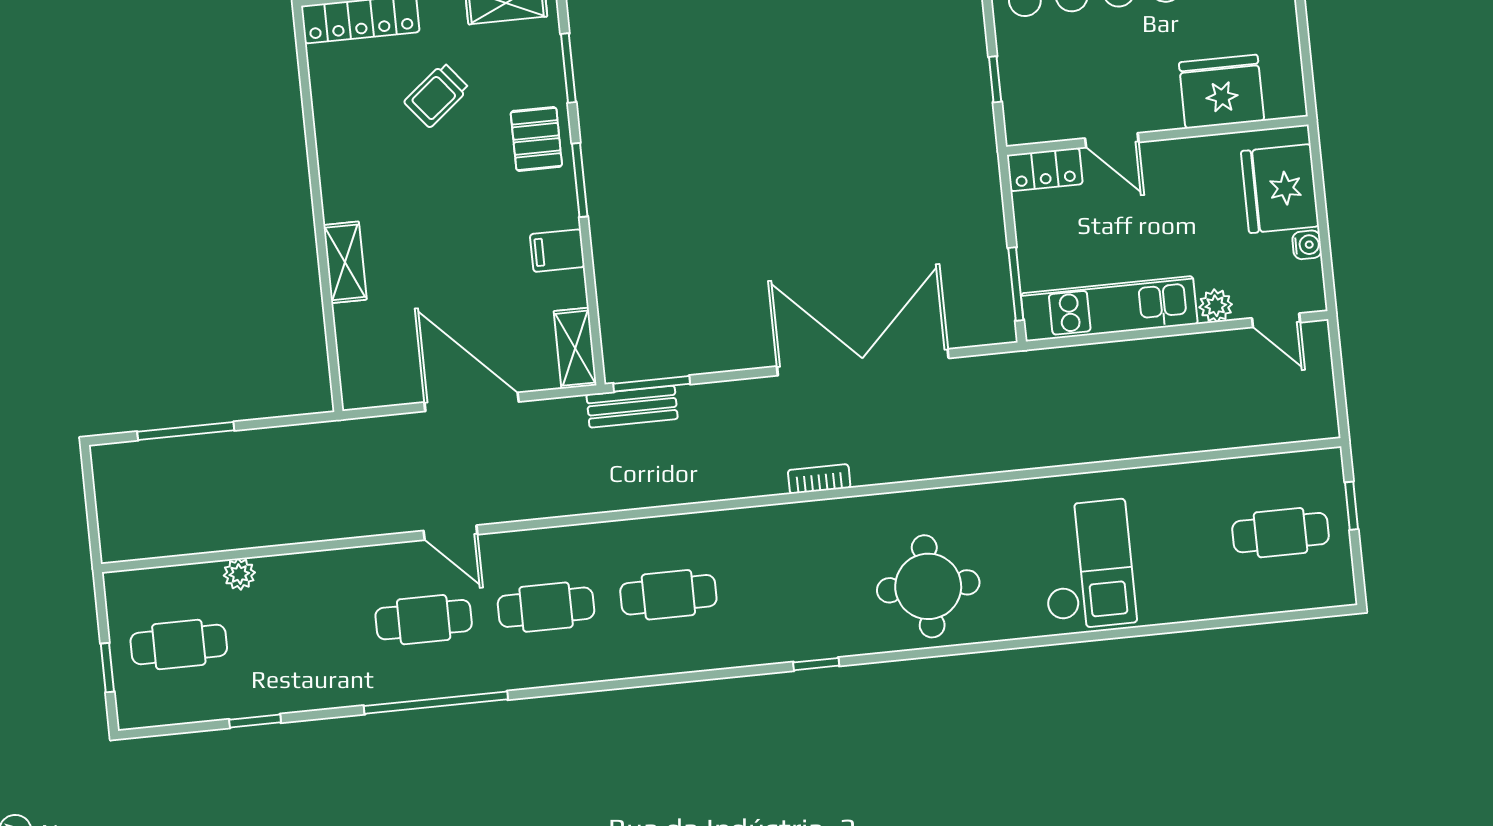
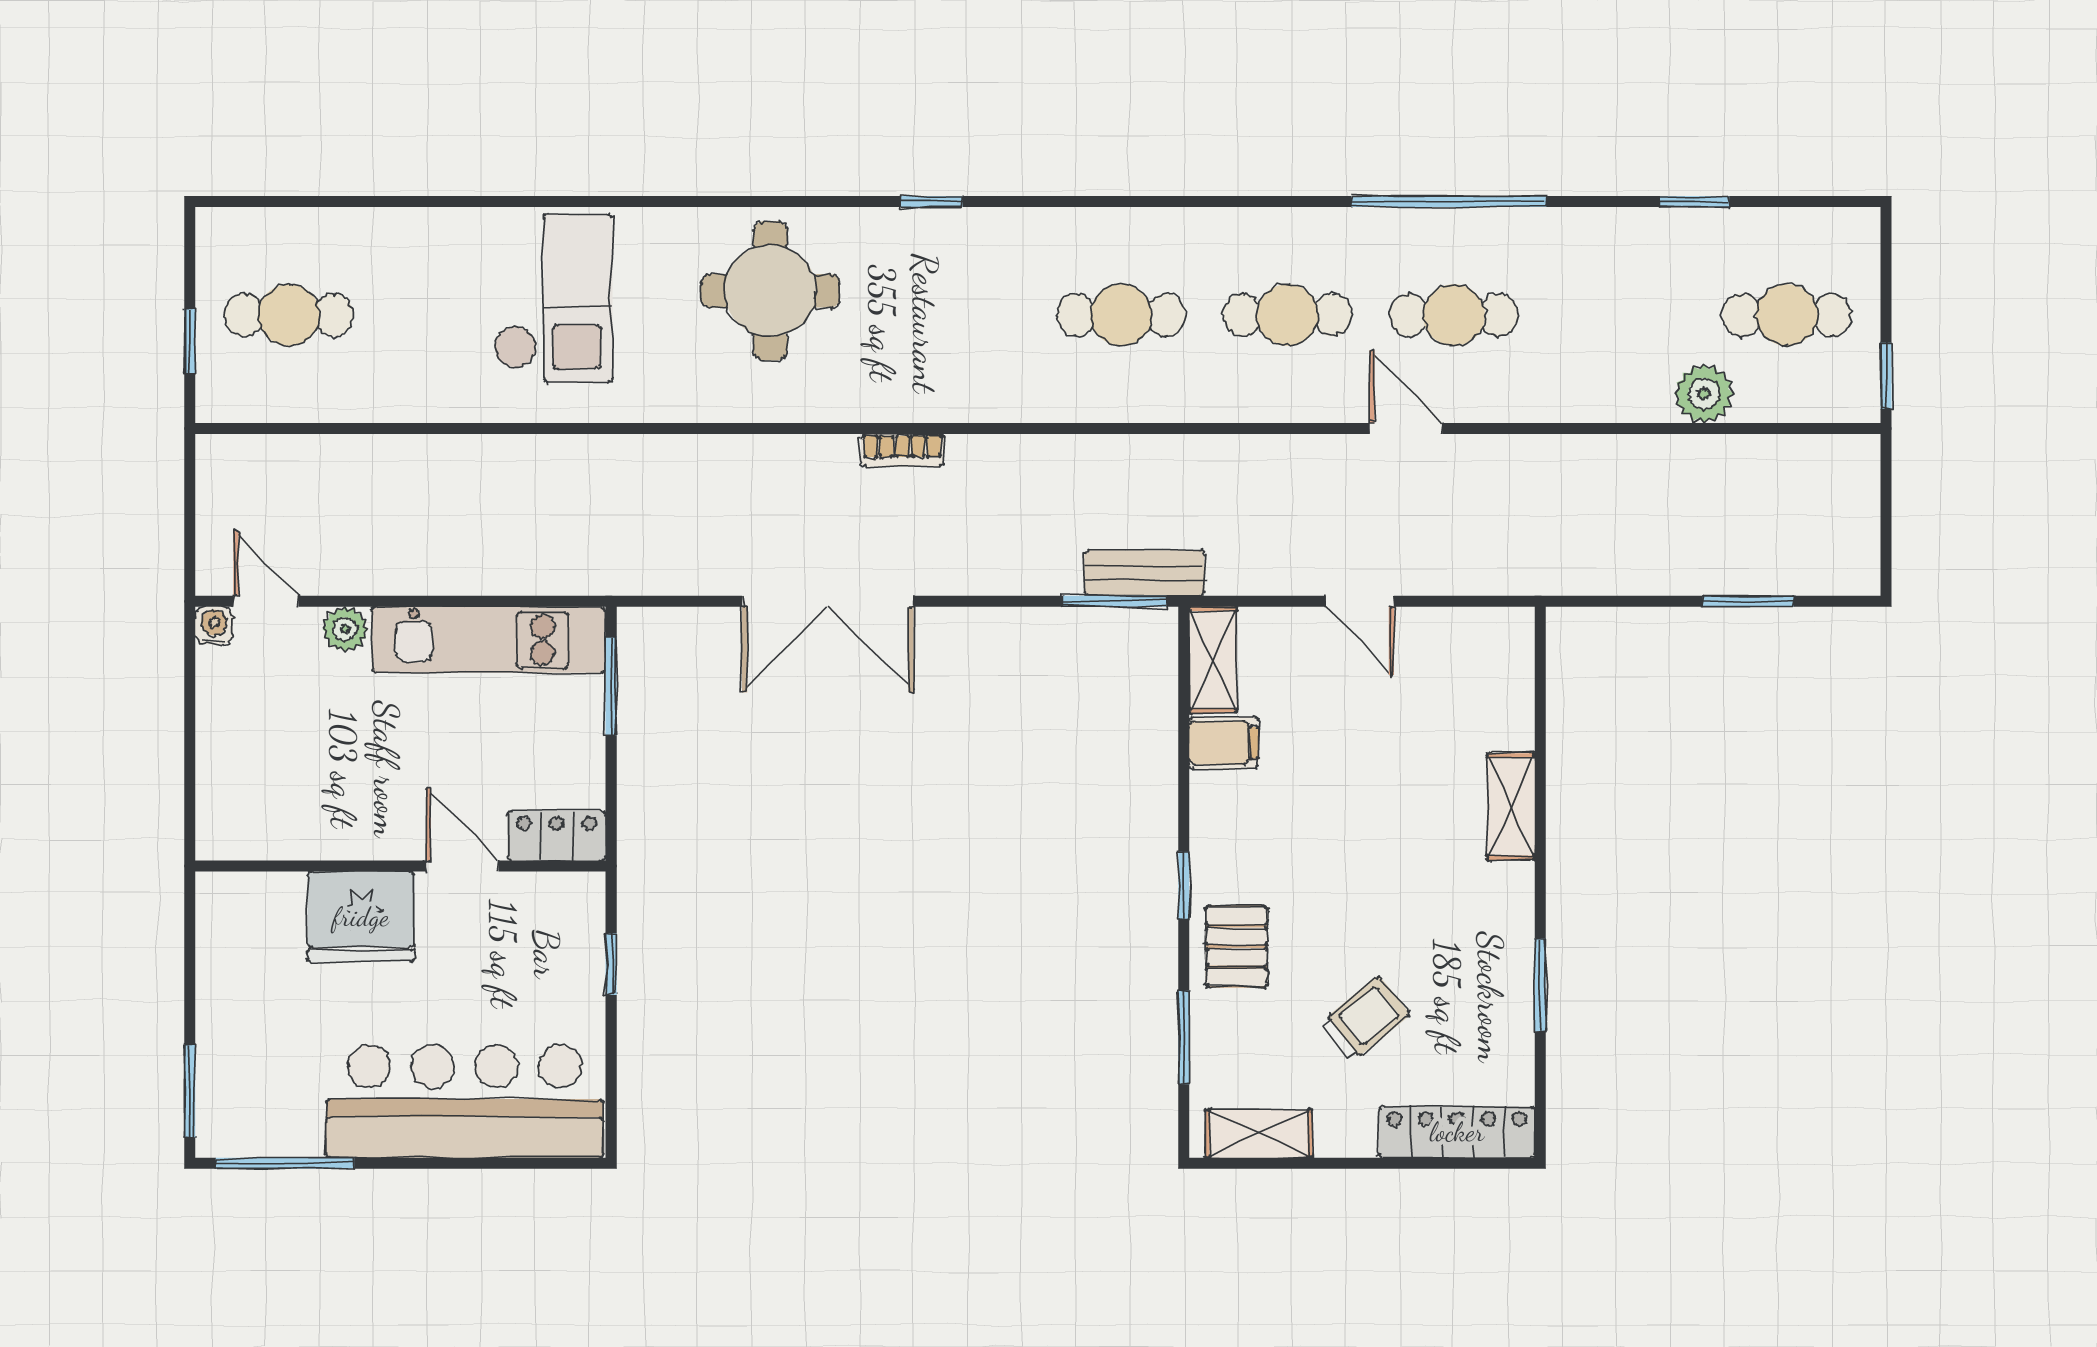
fridge: (1221, 92) -> (361, 917), moved
window: (310, 133) -> (1540, 985), added
window: (580, 180) -> (1184, 885), width x0.67
fridge: (1280, 189) -> (243, 778), removed
water cooler: (1307, 245) -> (214, 626), moved, turned 90
filing cabinet: (557, 251) -> (1224, 743), moved
double door: (863, 362) -> (828, 601), width x0.73
door: (472, 402) -> (1360, 601), width x0.53
window: (186, 431) -> (1748, 601), width x0.69
checkout: (1087, 565) -> (553, 298), turned 180
plant: (239, 574) -> (1704, 394), width x1.38, depth x1.38
window: (107, 668) -> (1886, 376), moved

